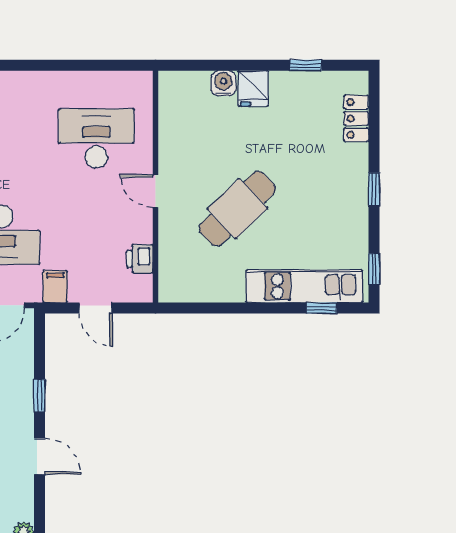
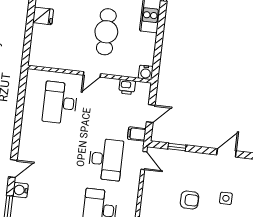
water cooler: (223, 83) -> (146, 72), moved, turned -90
cafe table: (237, 209) -> (106, 32), turned 44
window: (40, 395) -> (177, 147), moved

